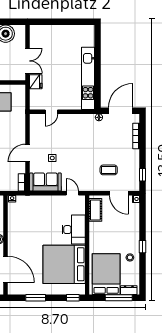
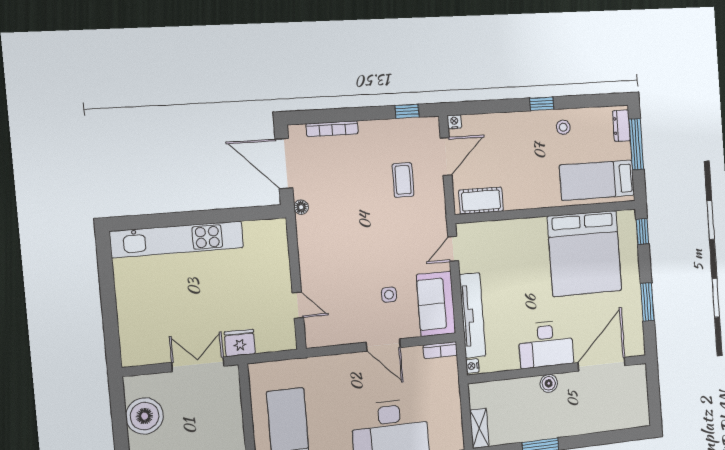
kitchen unit: (88, 78) -> (177, 239), moved
tv unit: (38, 201) -> (473, 315), added
desk: (74, 230) -> (546, 344), moved, turned 180
bed: (106, 274) -> (597, 180), width x0.67

